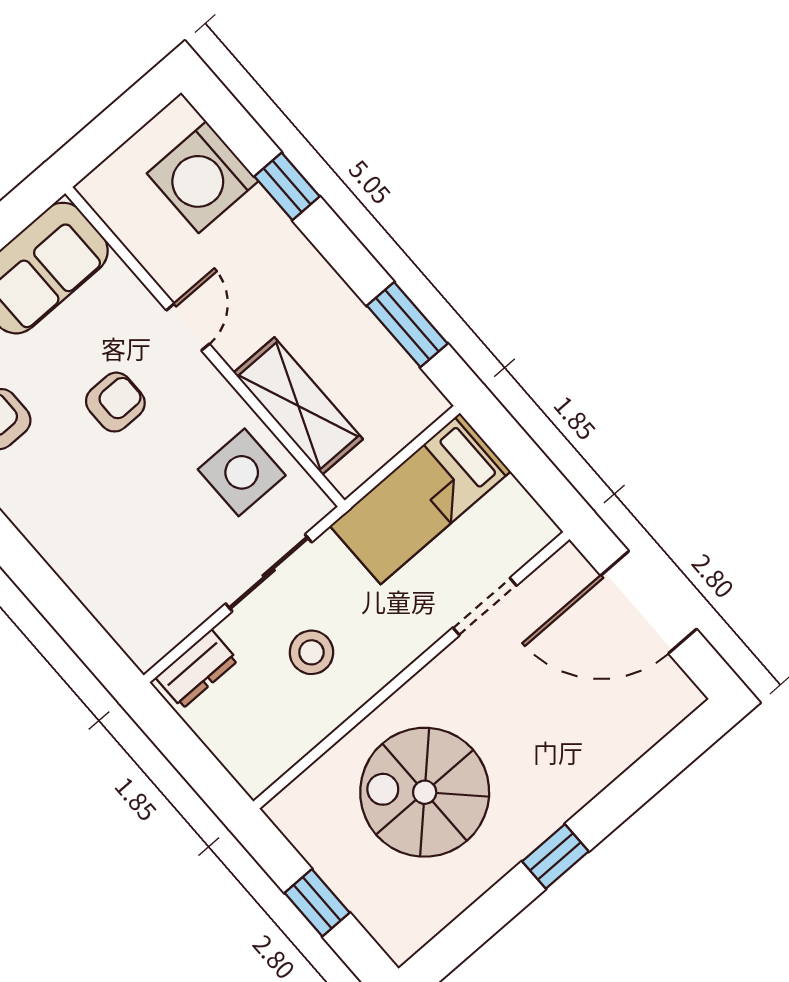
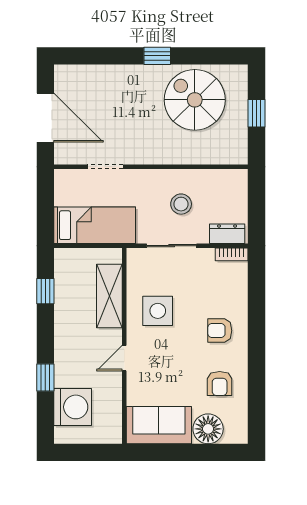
window: (407, 325) -> (45, 291), width x0.67
armchair: (115, 402) -> (220, 331), moved
side table: (242, 472) -> (158, 311), moved
bookcase: (161, 643) -> (232, 254), added
spiral stairs: (425, 792) -> (195, 100), moved, turned 180

